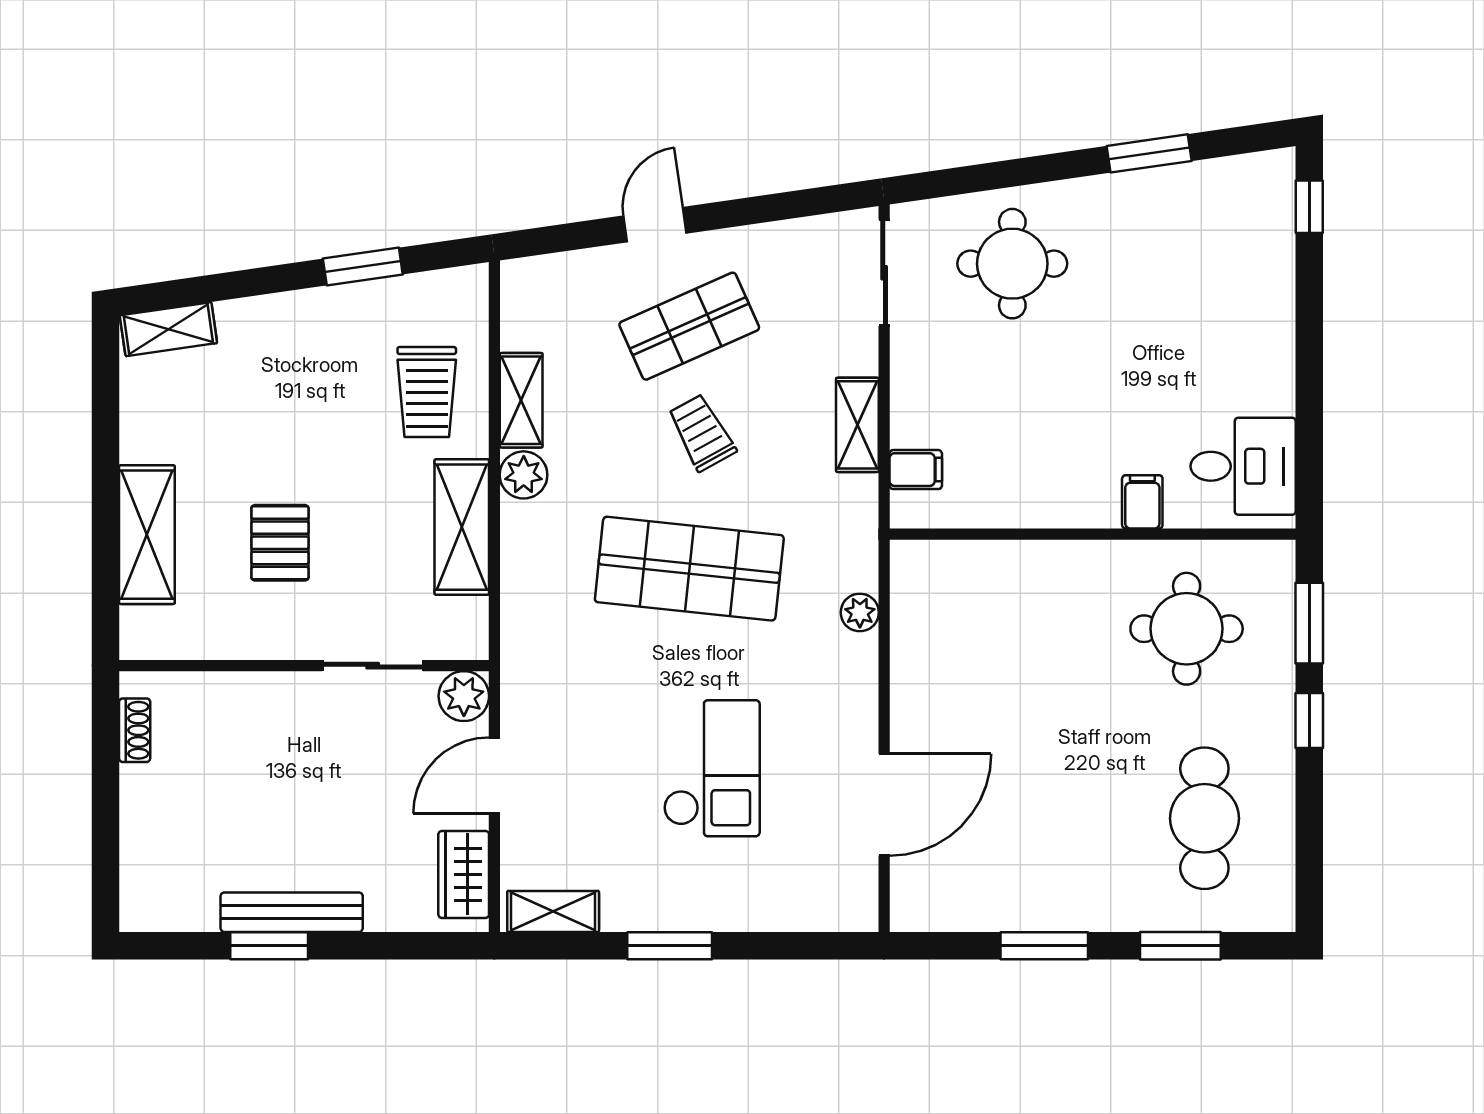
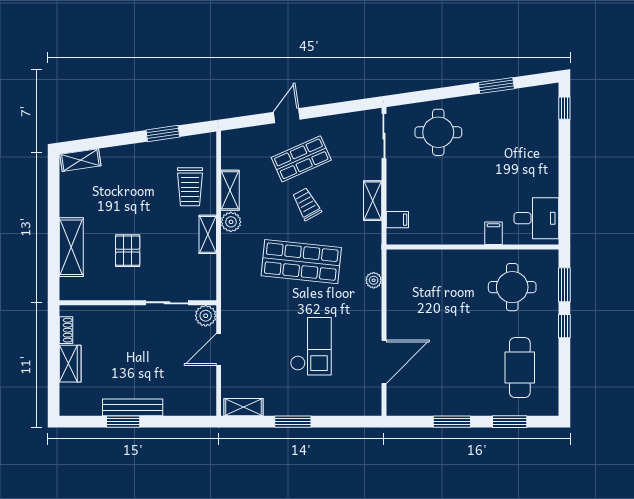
shelving: (462, 527) -> (208, 234), width x0.67, depth x0.75
wardrobe: (464, 874) -> (70, 364), moved, turned 180

